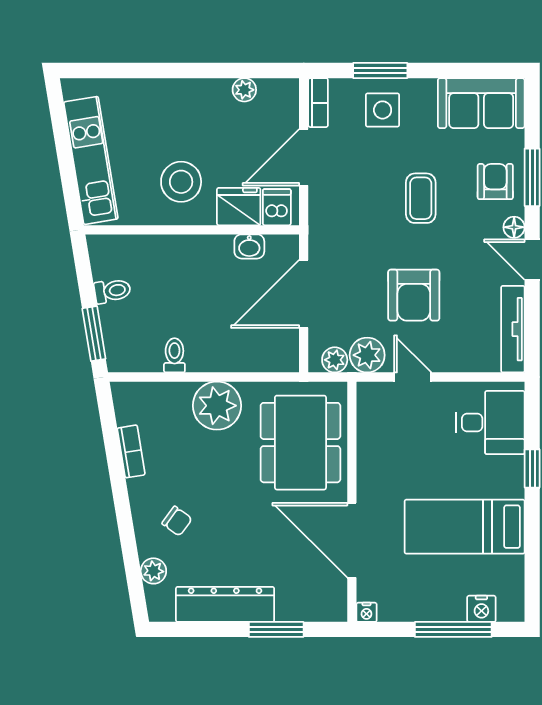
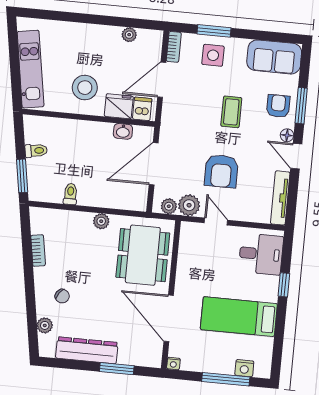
plant: (217, 406) -> (101, 221), width x0.53, depth x0.53

